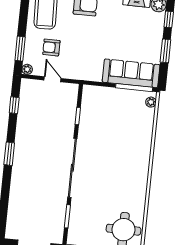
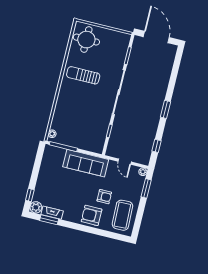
armchair: (51, 47) -> (104, 197), moved
window: (165, 51) -> (36, 171), removed
sofa: (131, 73) -> (86, 163), moved
sun lounger: (121, 183) -> (83, 75), added

